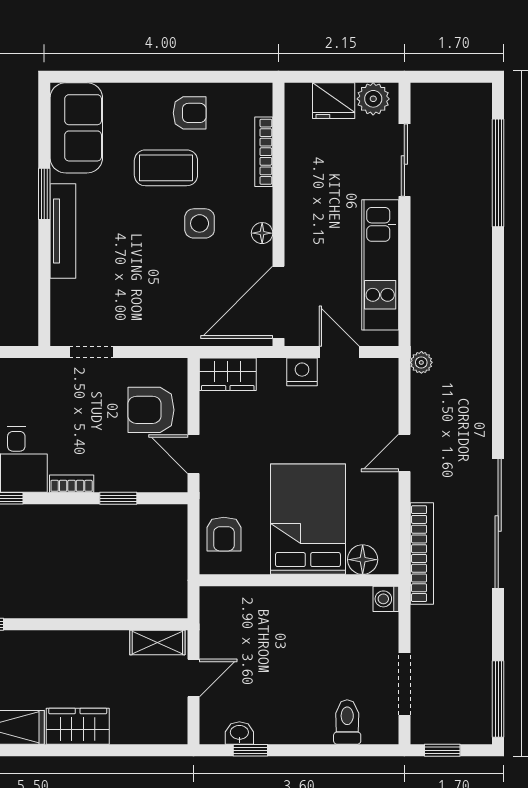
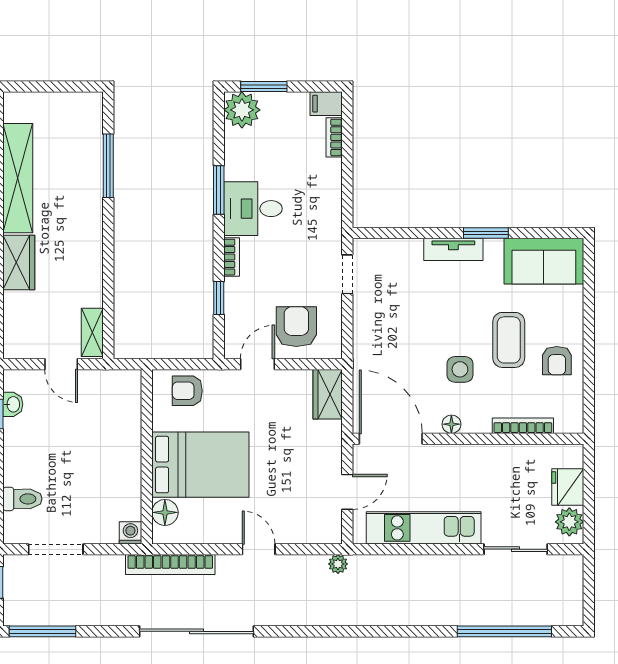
tv unit: (63, 231) -> (453, 249), width x0.71
nightstand: (302, 372) -> (330, 459), removed

